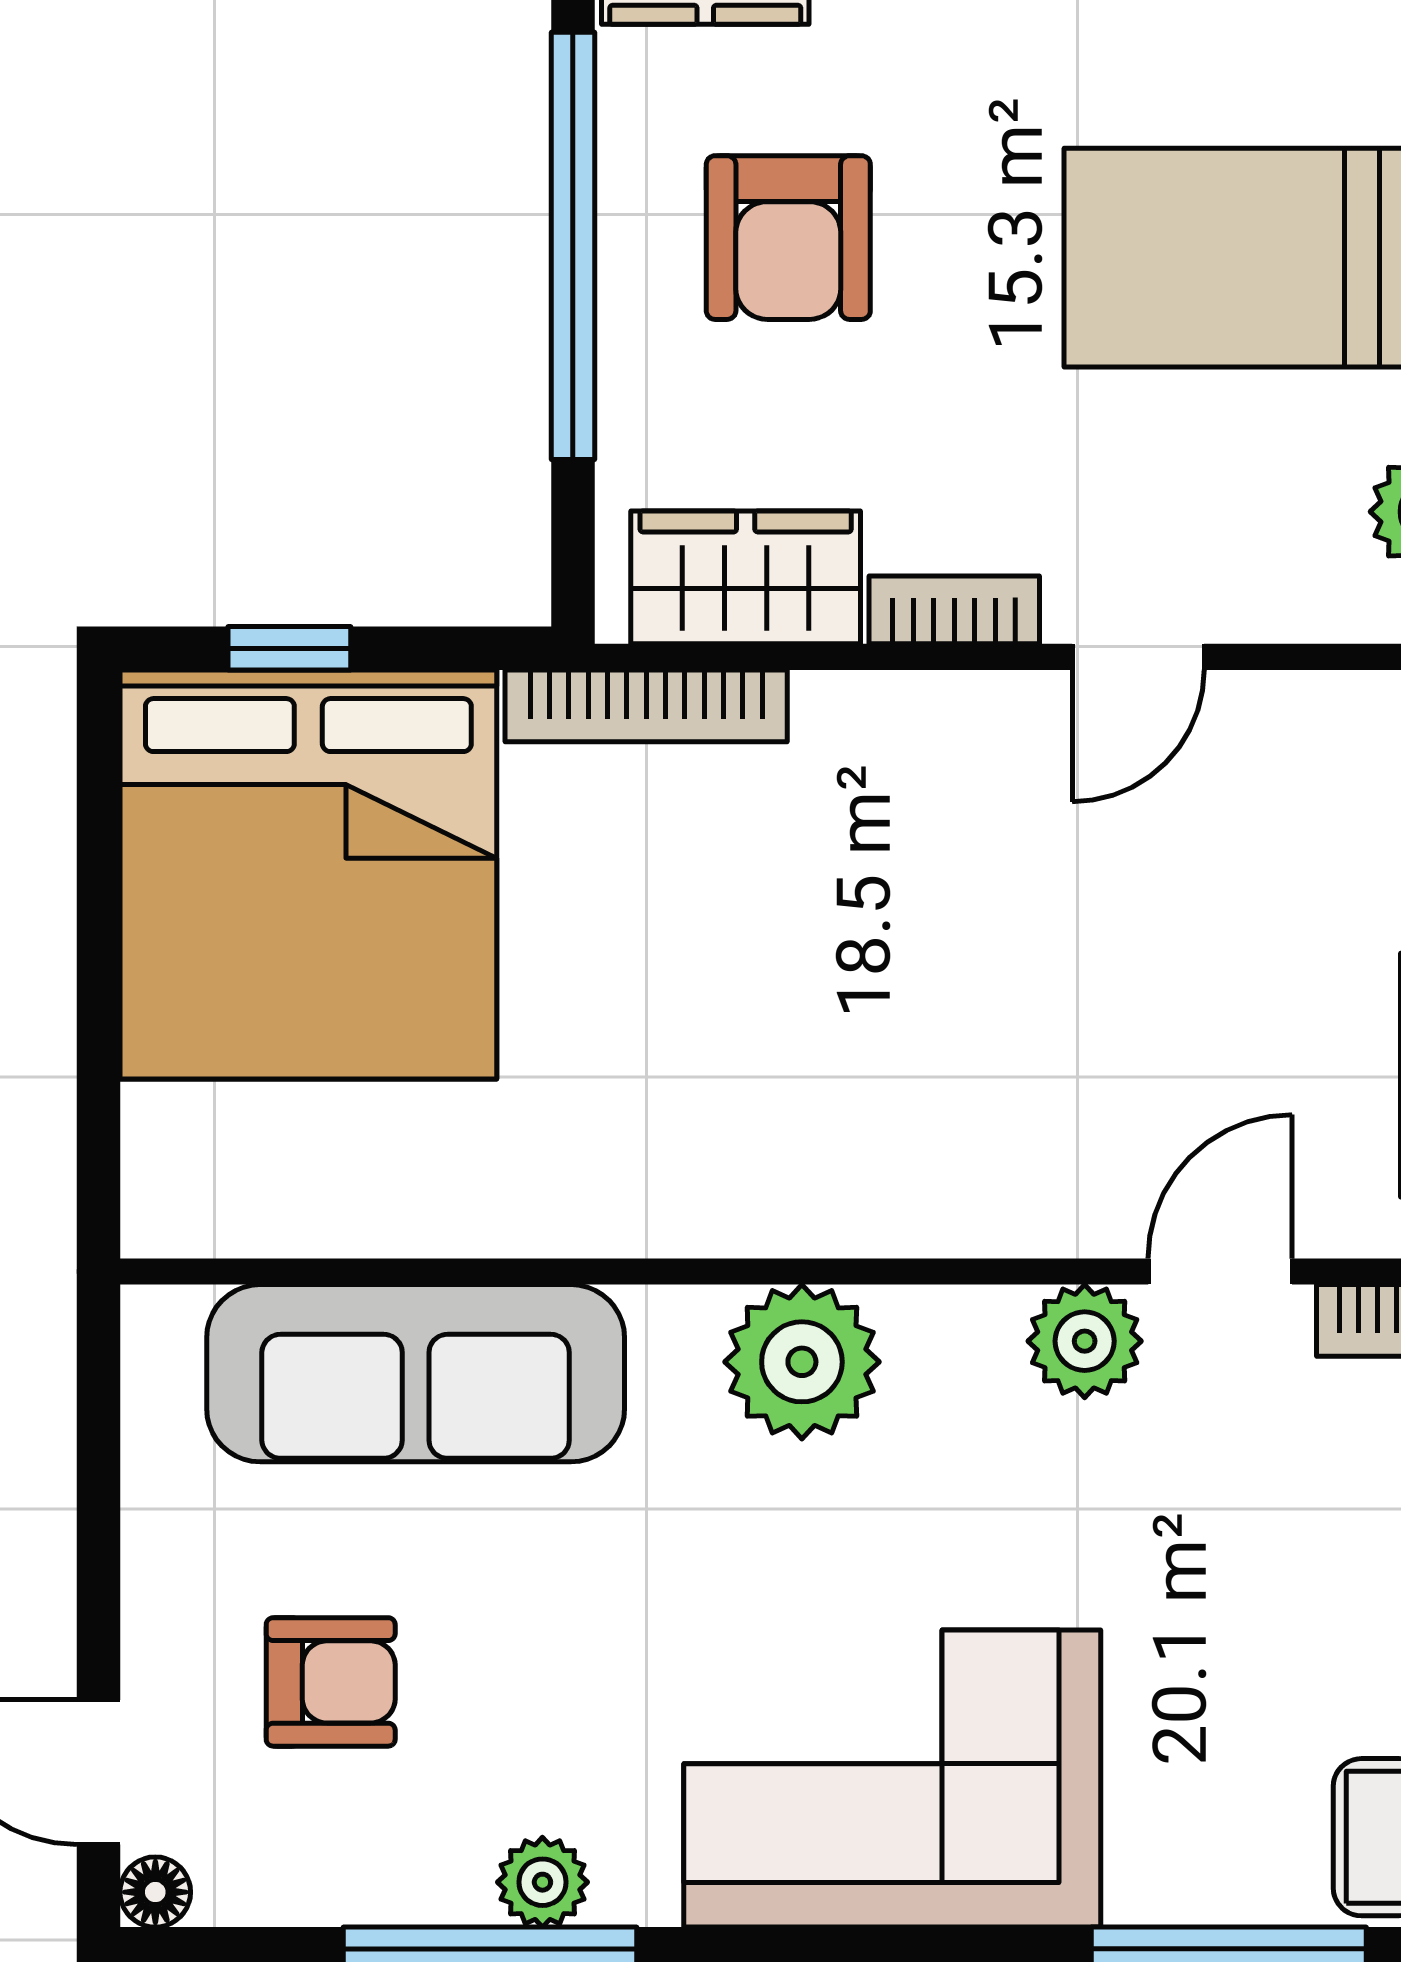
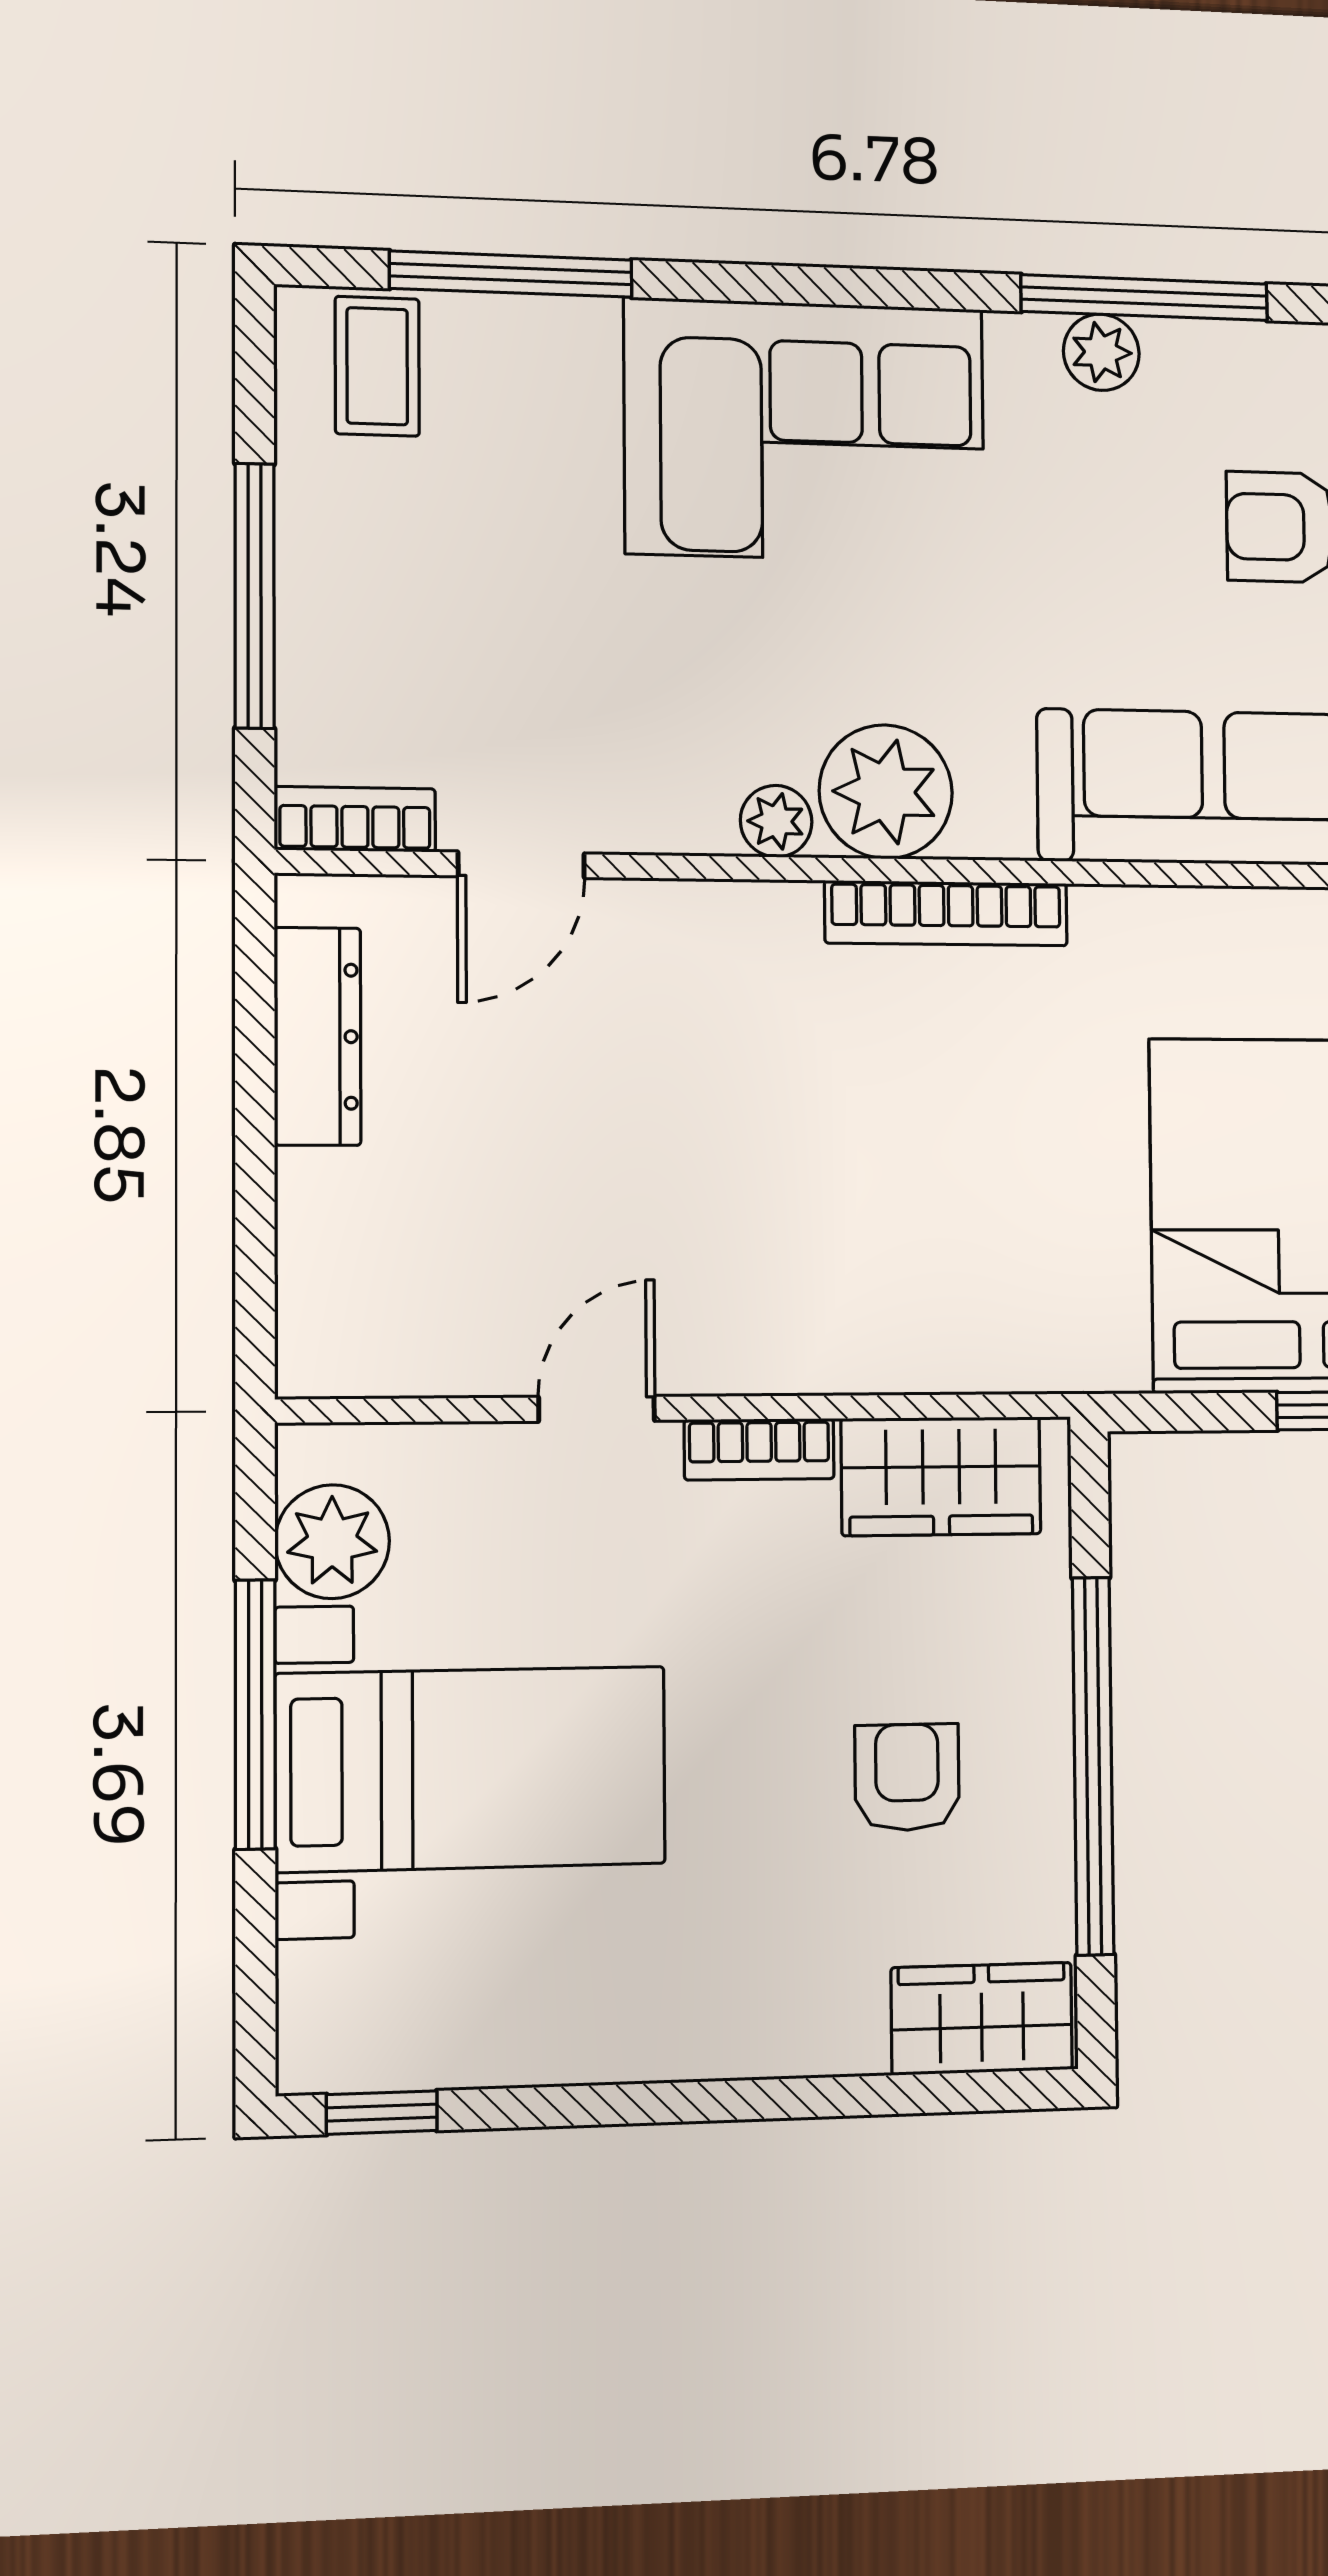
armchair: (788, 238) -> (907, 1777), width x0.72, depth x0.72
bookcase: (646, 706) -> (946, 913), moved, turned 180
plant: (1085, 1341) -> (776, 821), moved, width x0.73, depth x0.73

